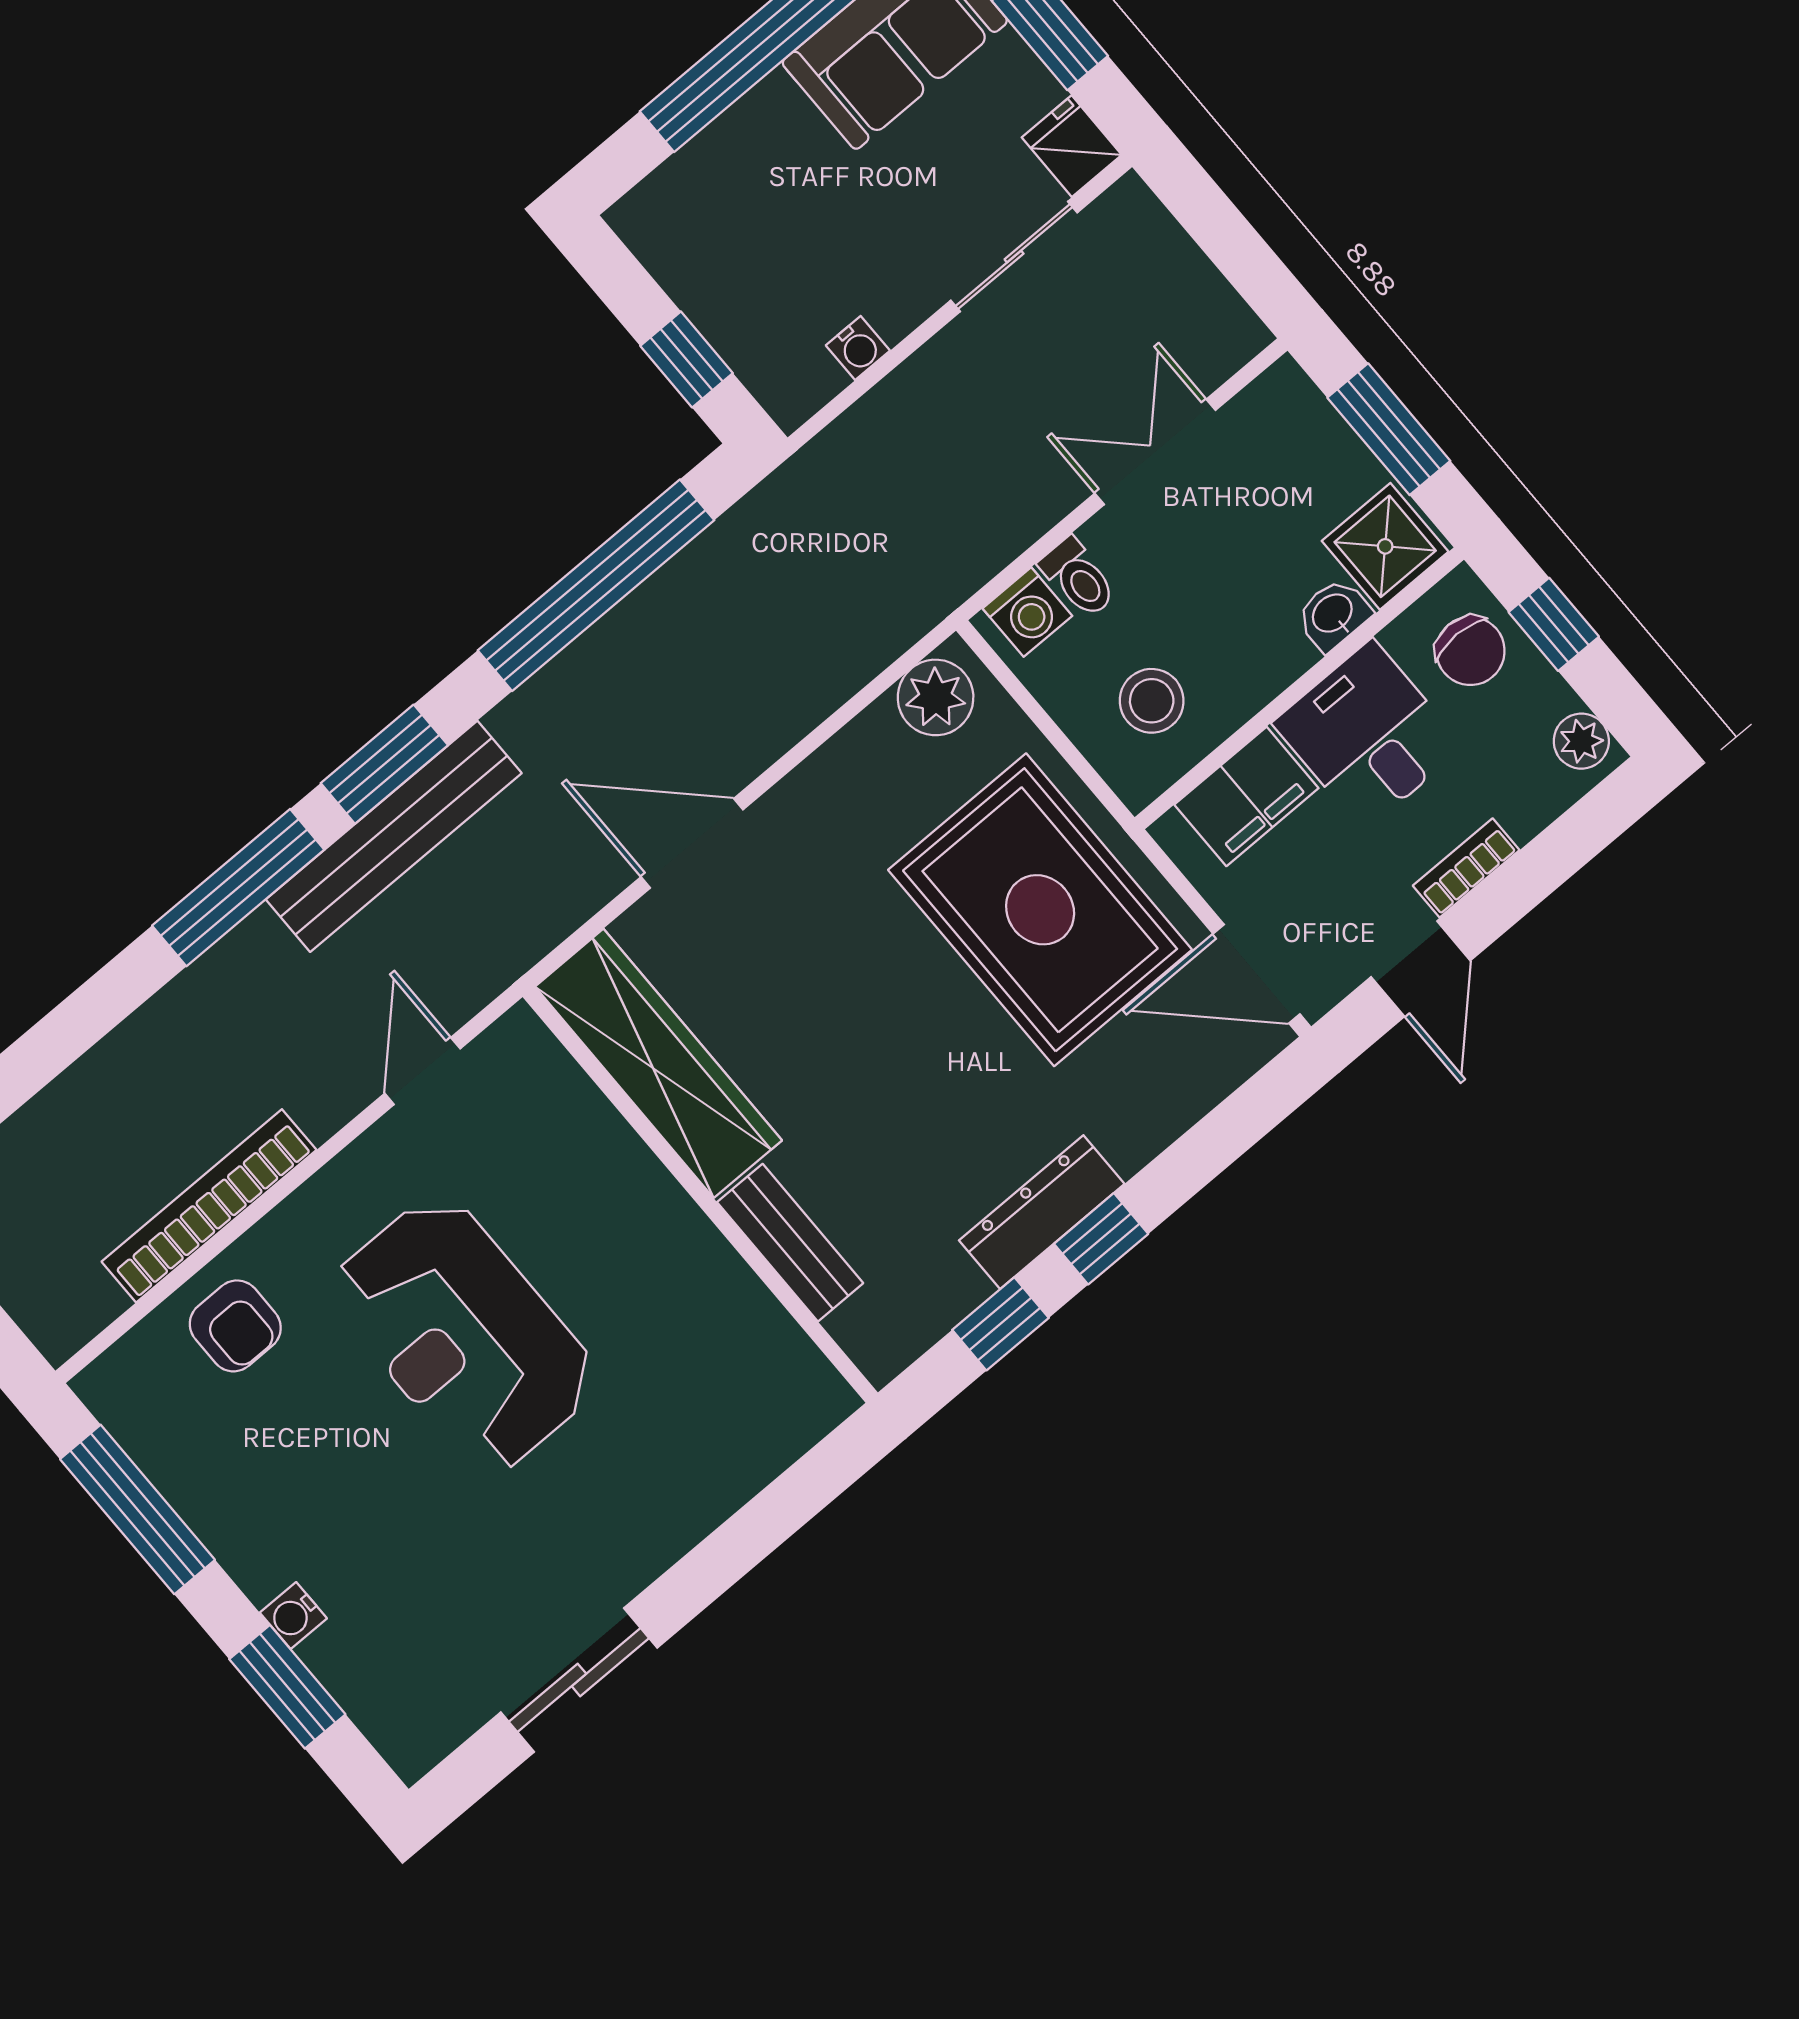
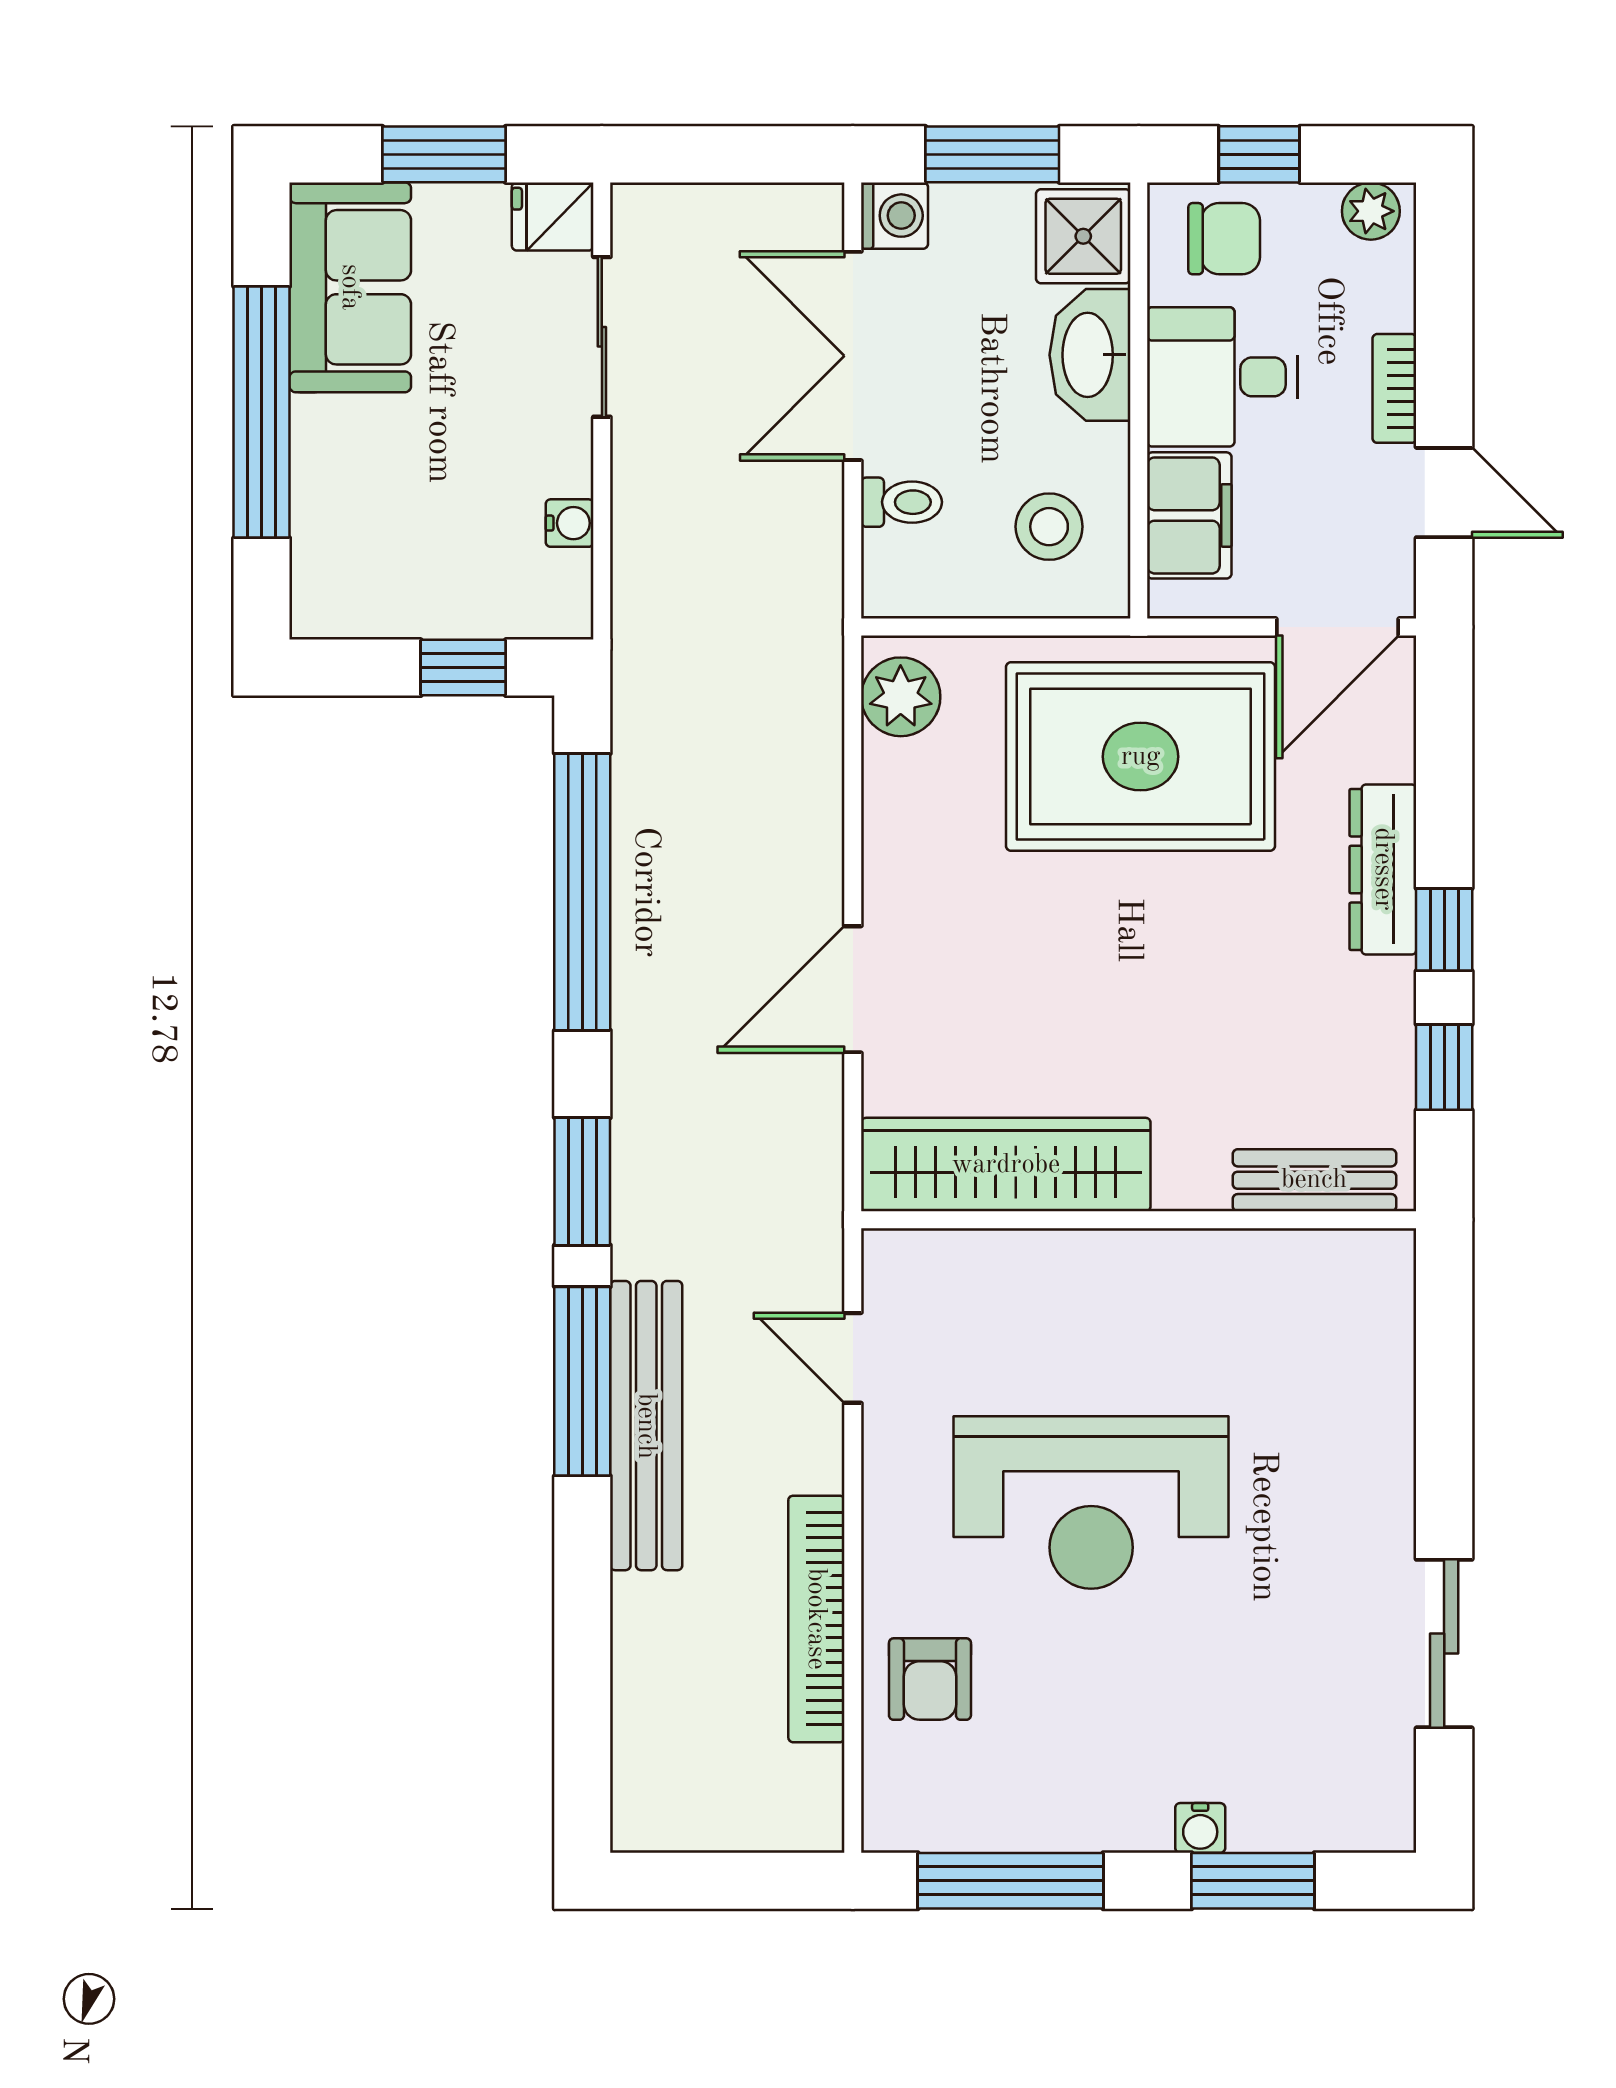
double door: (1155, 452) -> (853, 356), width x1.37
washing machine: (1027, 612) -> (895, 216), moved
washbasin: (1333, 614) -> (1090, 355), width x1.91, depth x1.45
bench: (394, 836) -> (646, 1426), moved
dresser: (1042, 1212) -> (1383, 869), moved
bench: (790, 1243) -> (1314, 1180), moved
armchair: (235, 1326) -> (930, 1679), turned 90

